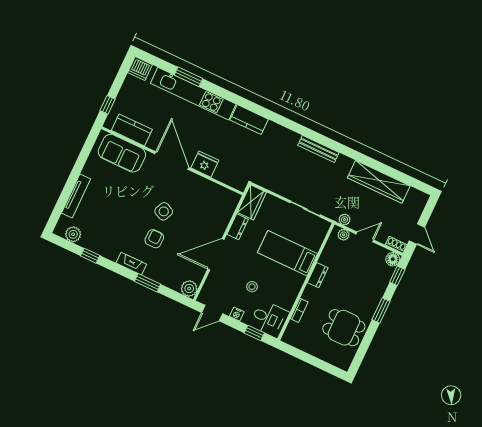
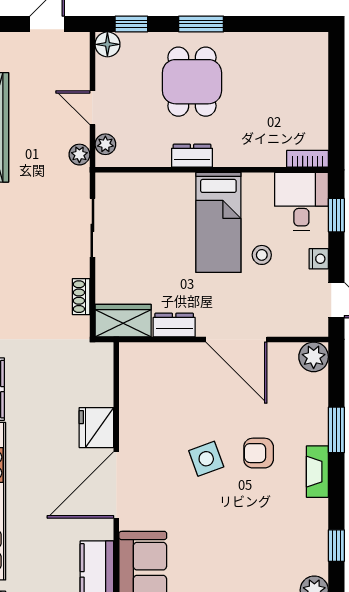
side table: (164, 211) -> (206, 459), turned 45
shoe rack: (396, 245) -> (81, 297), moved
bed: (287, 253) -> (218, 222), moved
bookcase: (299, 310) -> (308, 159), moved
dining table: (344, 328) -> (192, 82), moved

